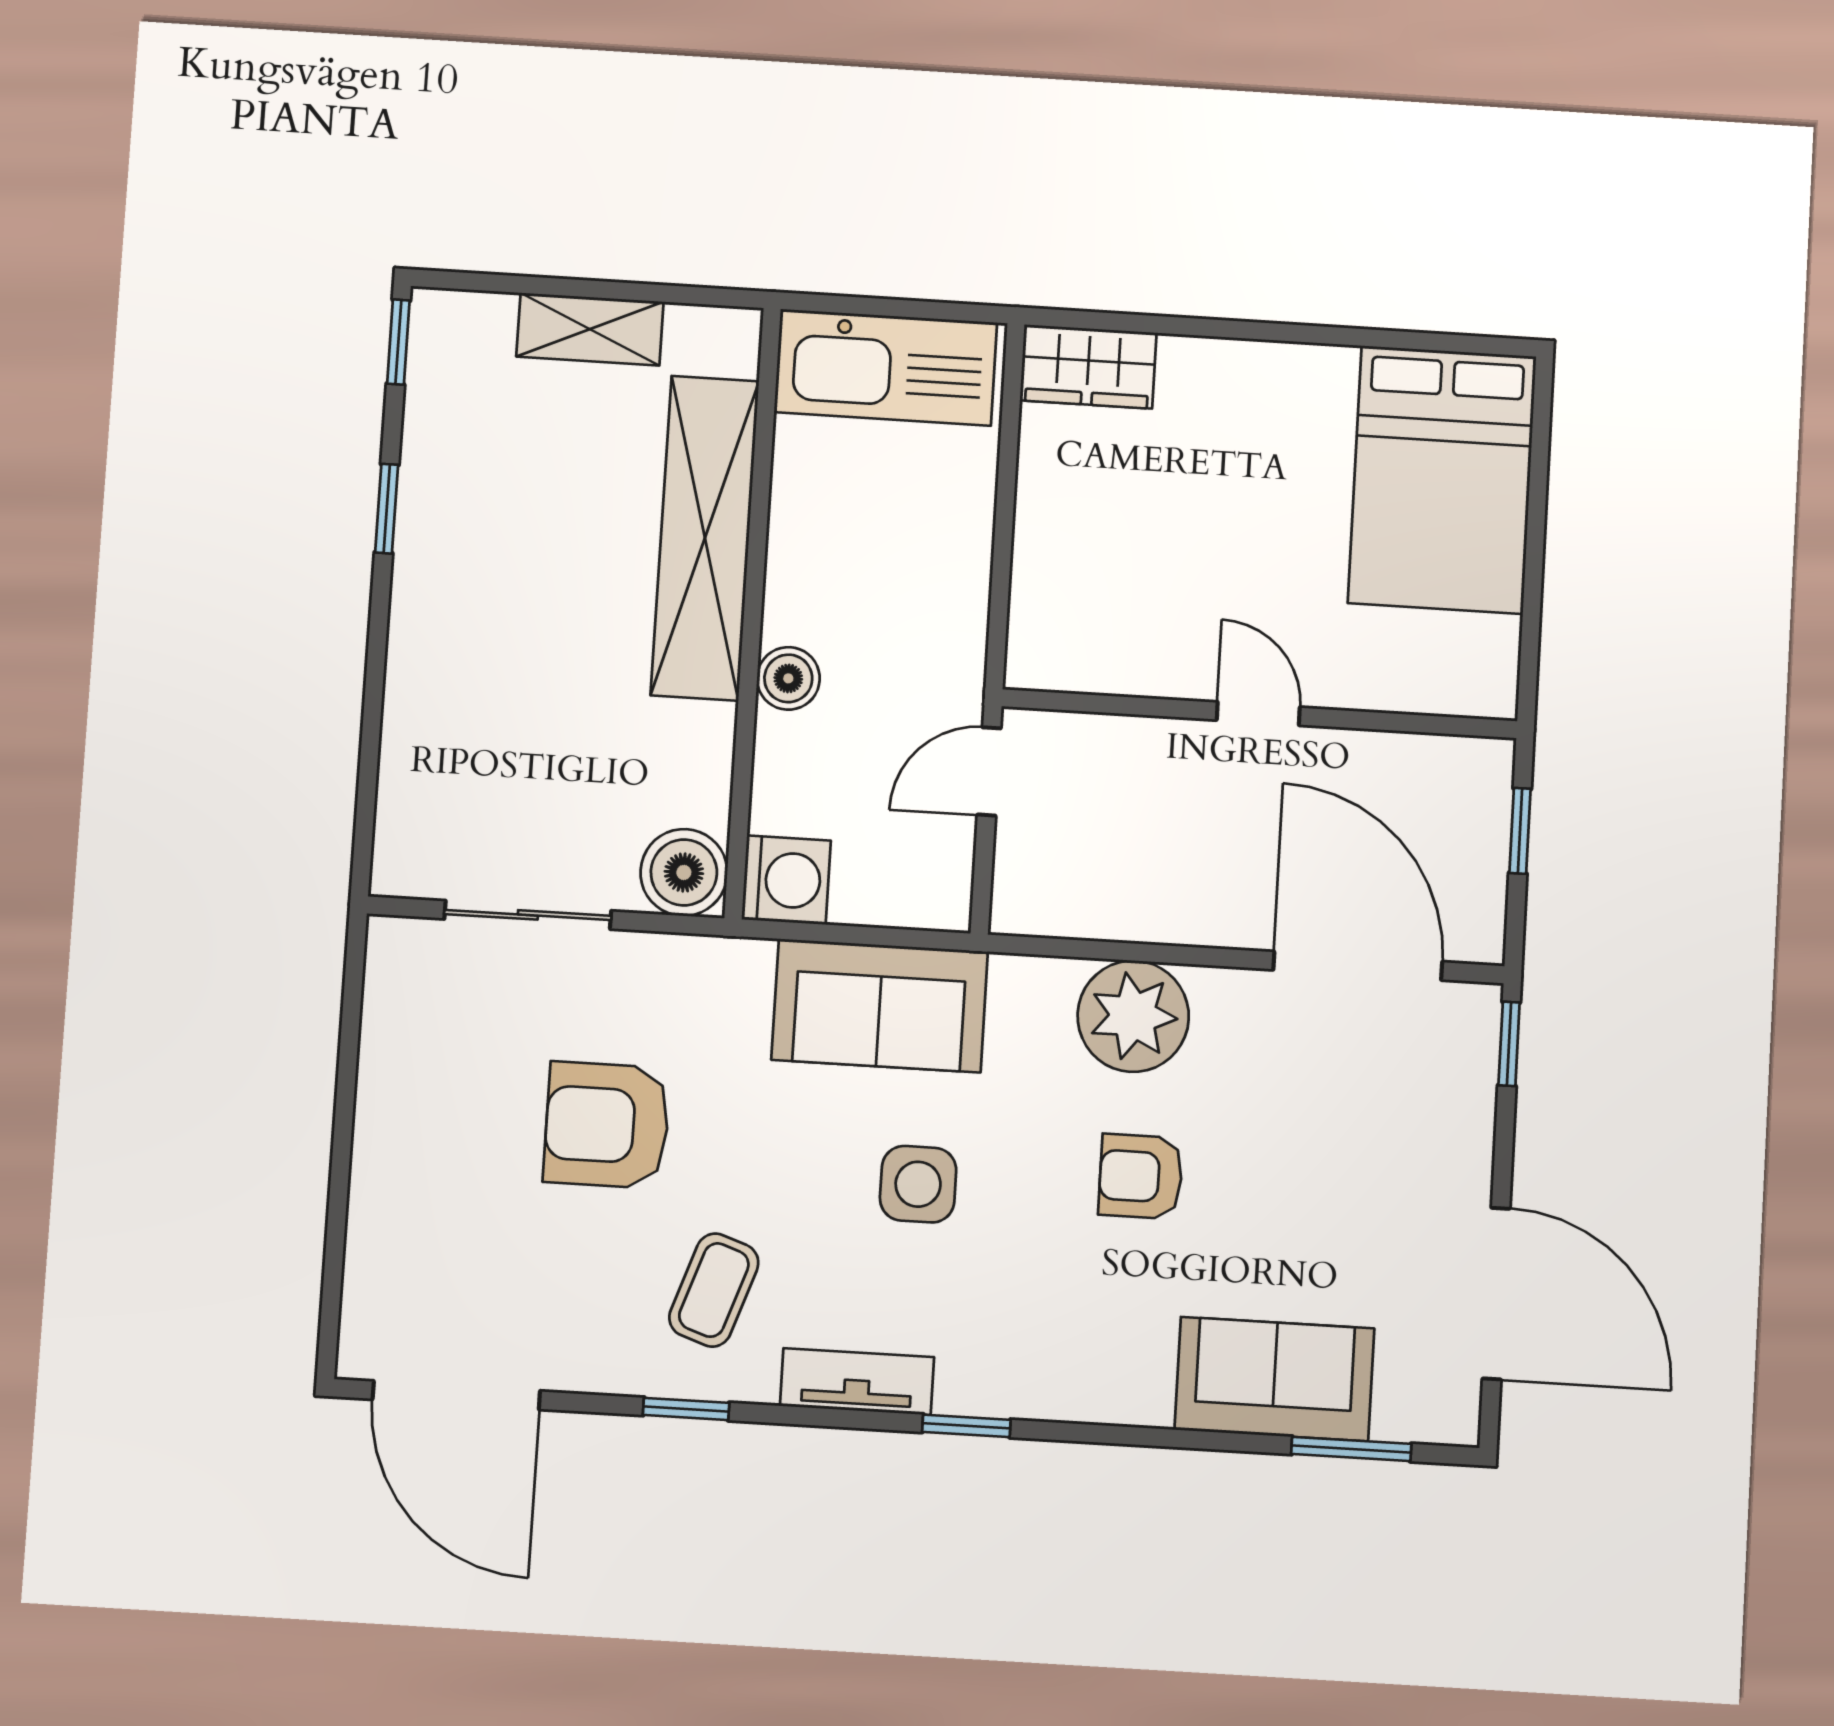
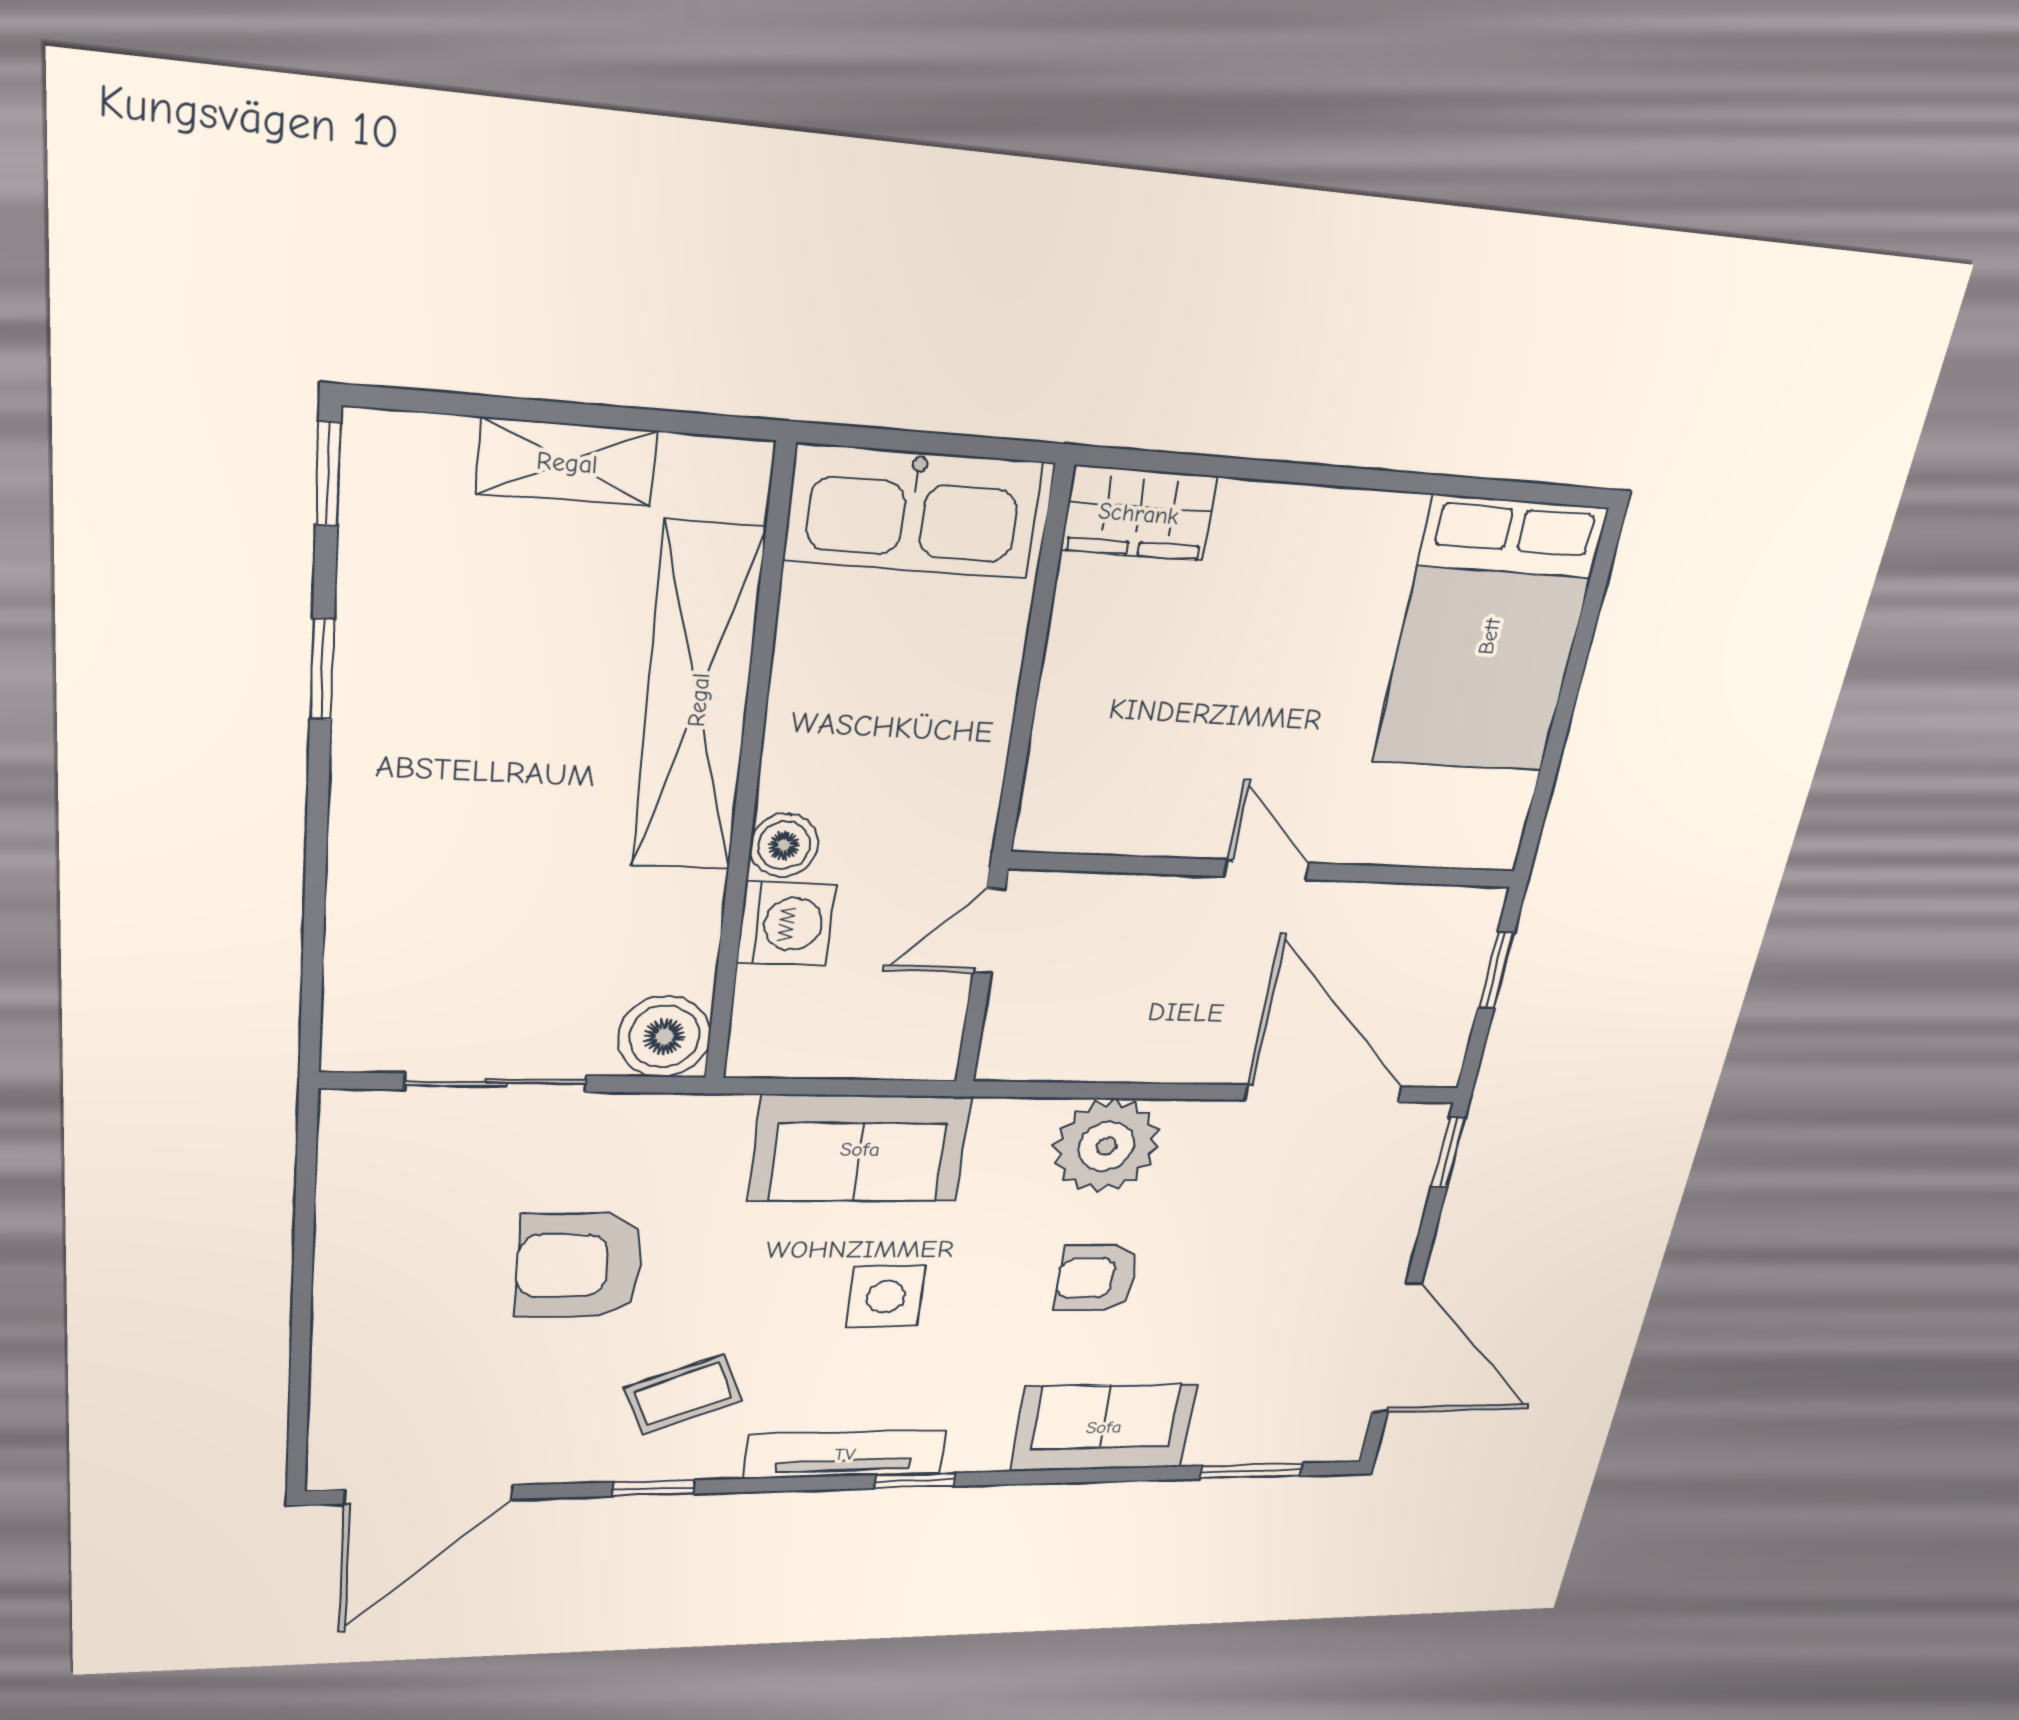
washing machine: (786, 880) -> (786, 924), moved
coffee table: (714, 1290) -> (683, 1394), turned 49
sofa: (1274, 1379) -> (1104, 1427), moved
tv unit: (857, 1382) -> (845, 1454), width x1.41
door: (456, 1395) -> (429, 1495), hinge flipped

